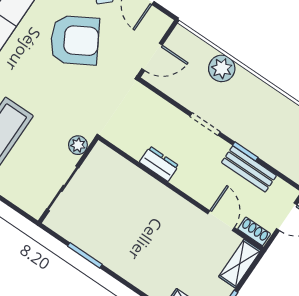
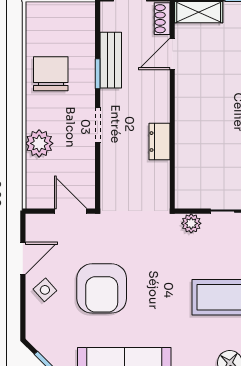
armchair: (75, 40) -> (102, 288), turned -150
chair: (270, 115) -> (51, 74), added

